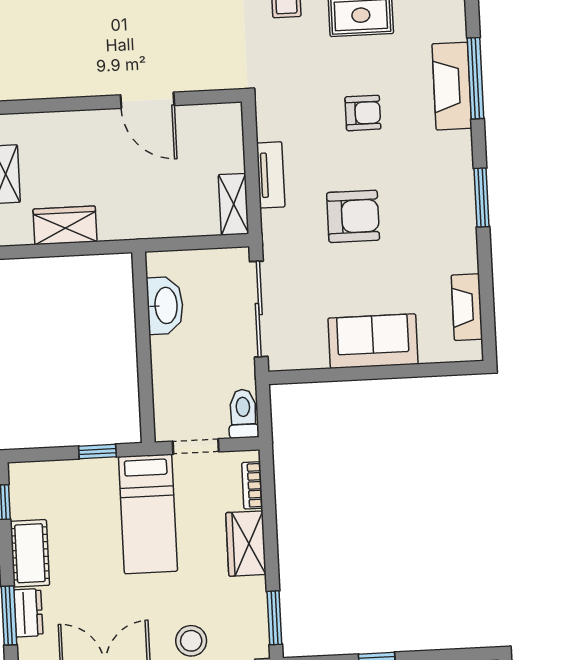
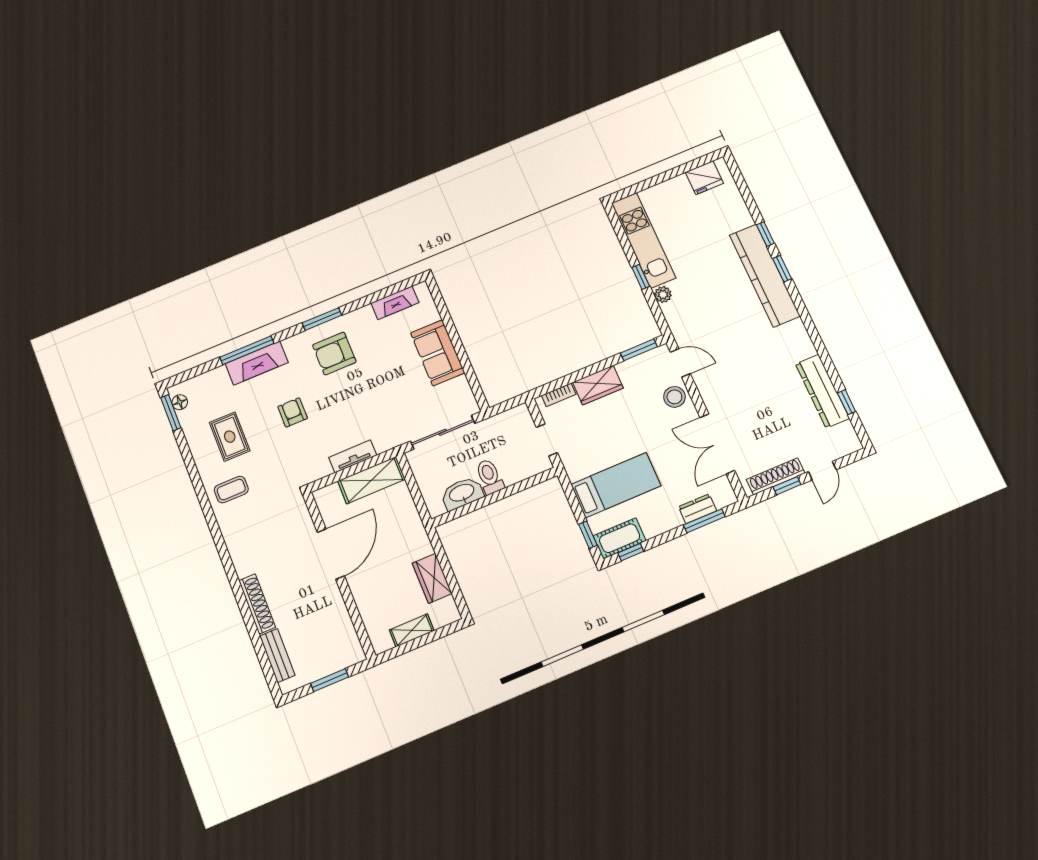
door: (147, 100) -> (331, 554), width x1.36
shelving: (234, 204) -> (371, 480), width x1.50, depth x1.33
armchair: (353, 216) -> (334, 354), moved, turned -90
toilet: (243, 414) -> (490, 477), moved, turned 90
window: (97, 451) -> (588, 535), moved
bed: (148, 514) -> (616, 485), moved
cot: (30, 553) -> (620, 538), moved

